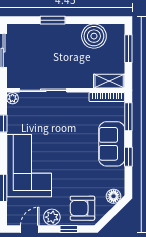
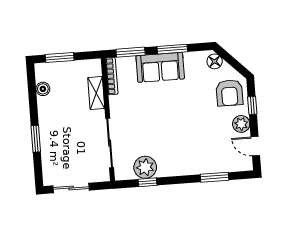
boiler: (94, 36) -> (43, 89), width x0.54, depth x0.54
shelving: (109, 81) -> (96, 93), moved
plant: (12, 98) -> (145, 167), moved, width x1.88, depth x1.88
window: (128, 157) -> (172, 49), width x1.50
corner sofa: (29, 166) -> (189, 152), removed

